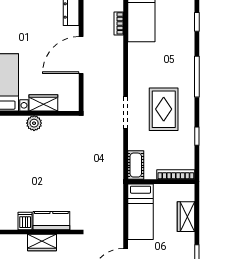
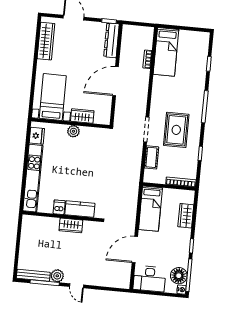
cot: (136, 165) -> (151, 157), moved

